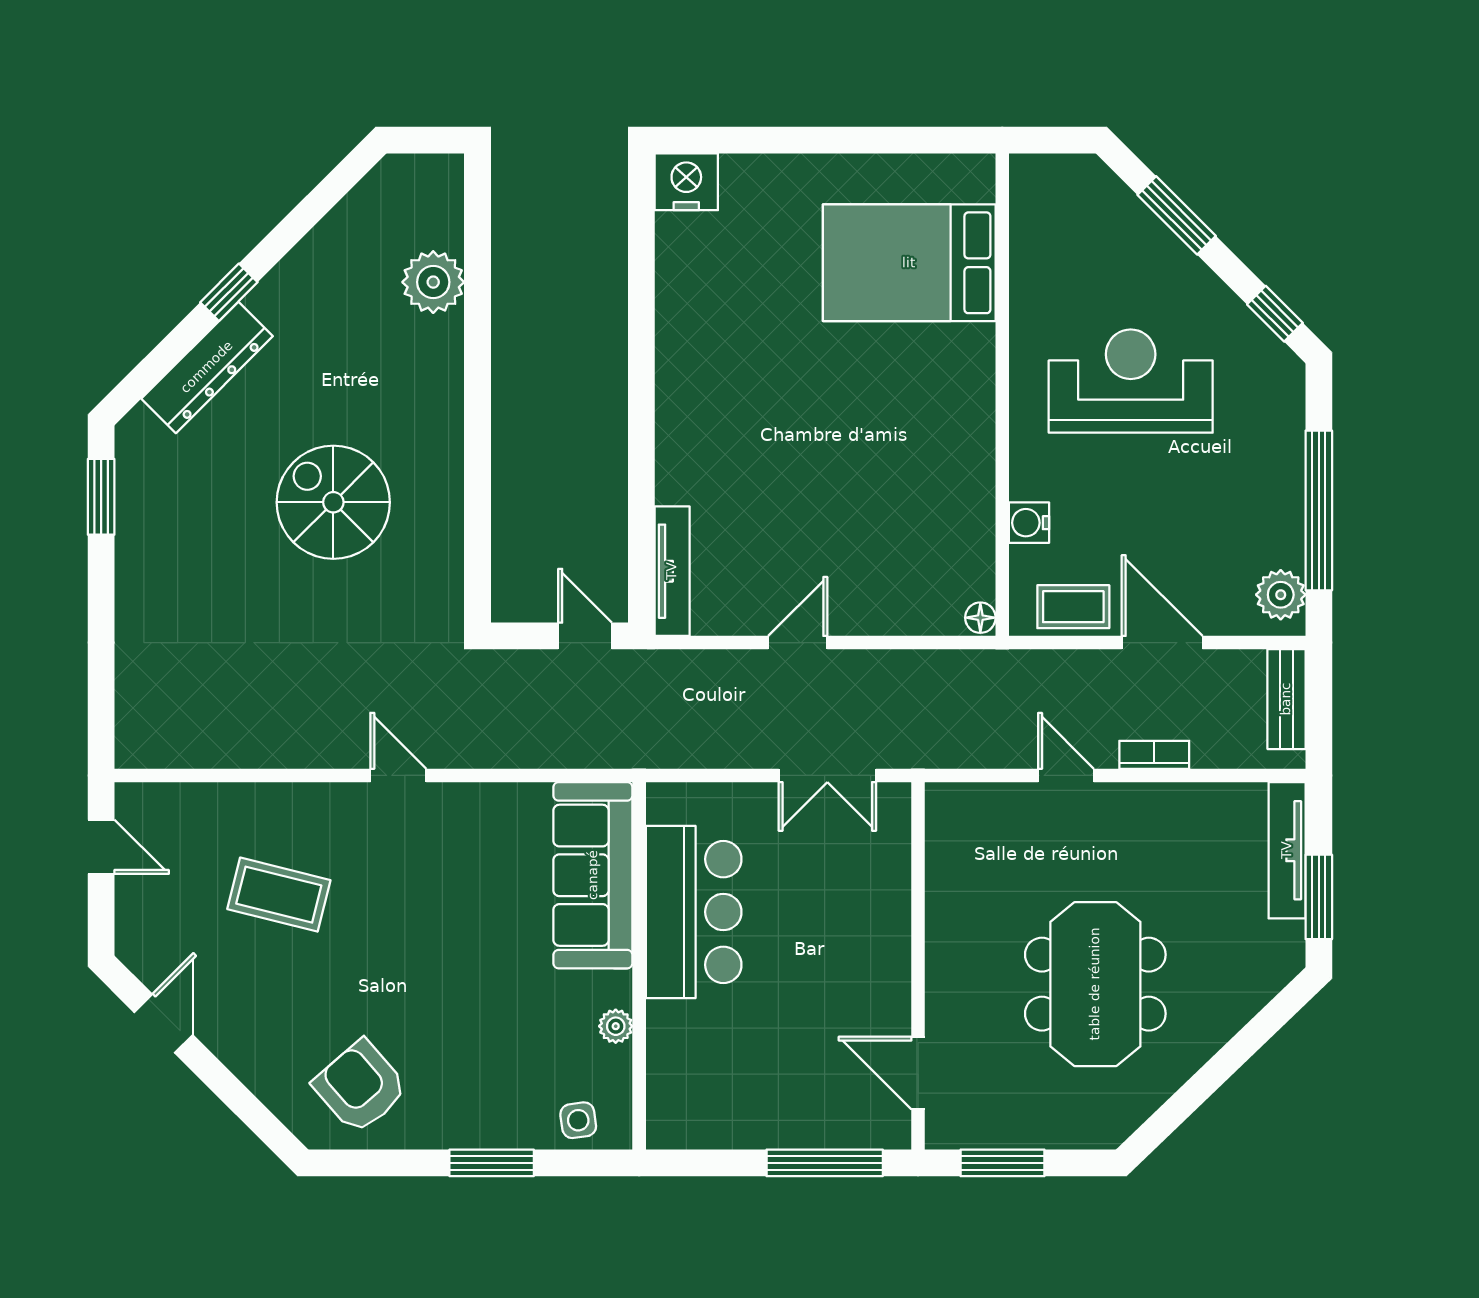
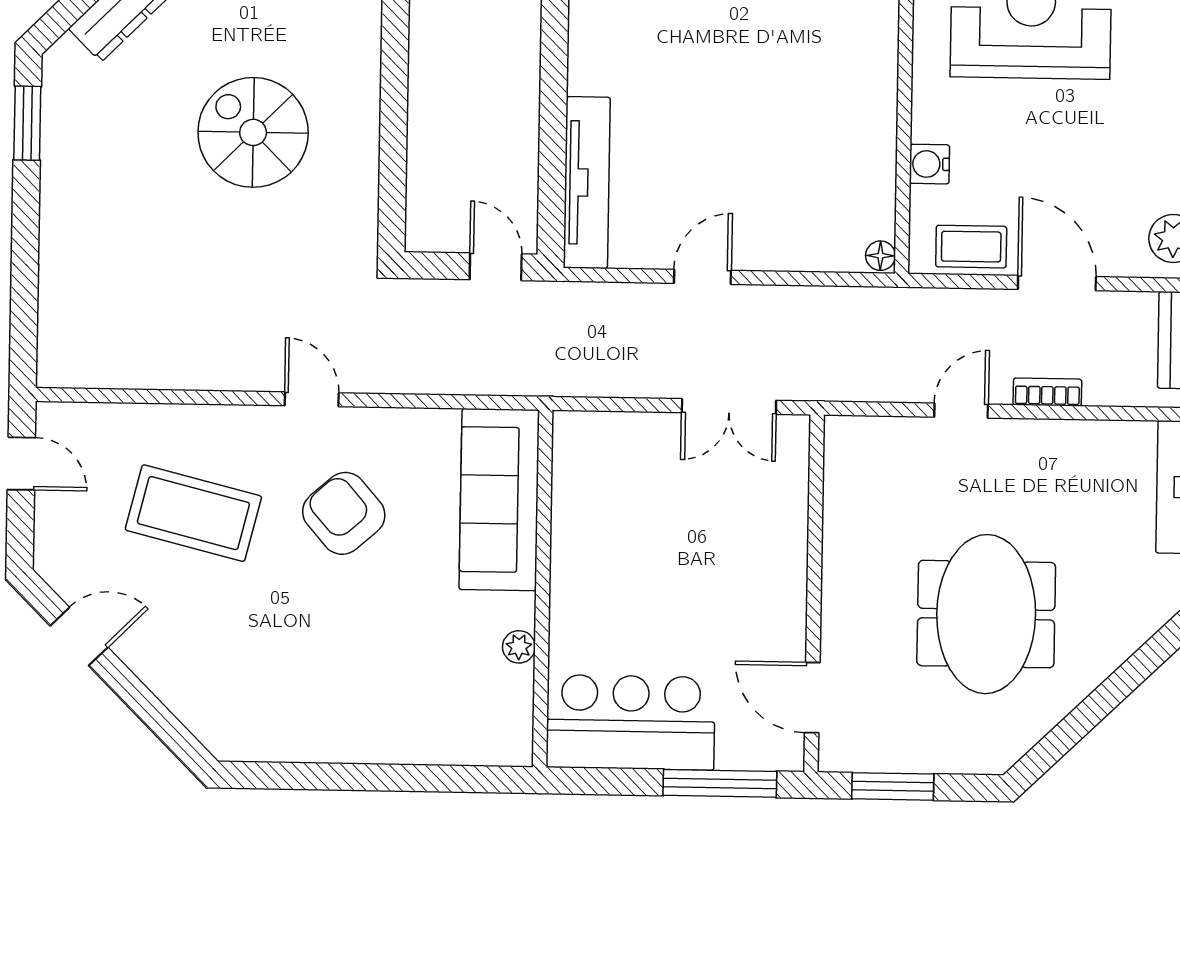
tv unit: (672, 571) -> (587, 183), width x1.36, depth x1.29
door: (1066, 775) -> (961, 411), hinge flipped
coffee table: (279, 895) -> (193, 513), width x1.36, depth x1.32
bar counter: (694, 912) -> (631, 722), moved, turned -90
door: (164, 1024) -> (79, 637), hinge flipped
armchair: (360, 1087) -> (344, 513), moved
side table: (578, 1120) -> (481, 738), removed
window: (492, 1163) -> (396, 778), removed

